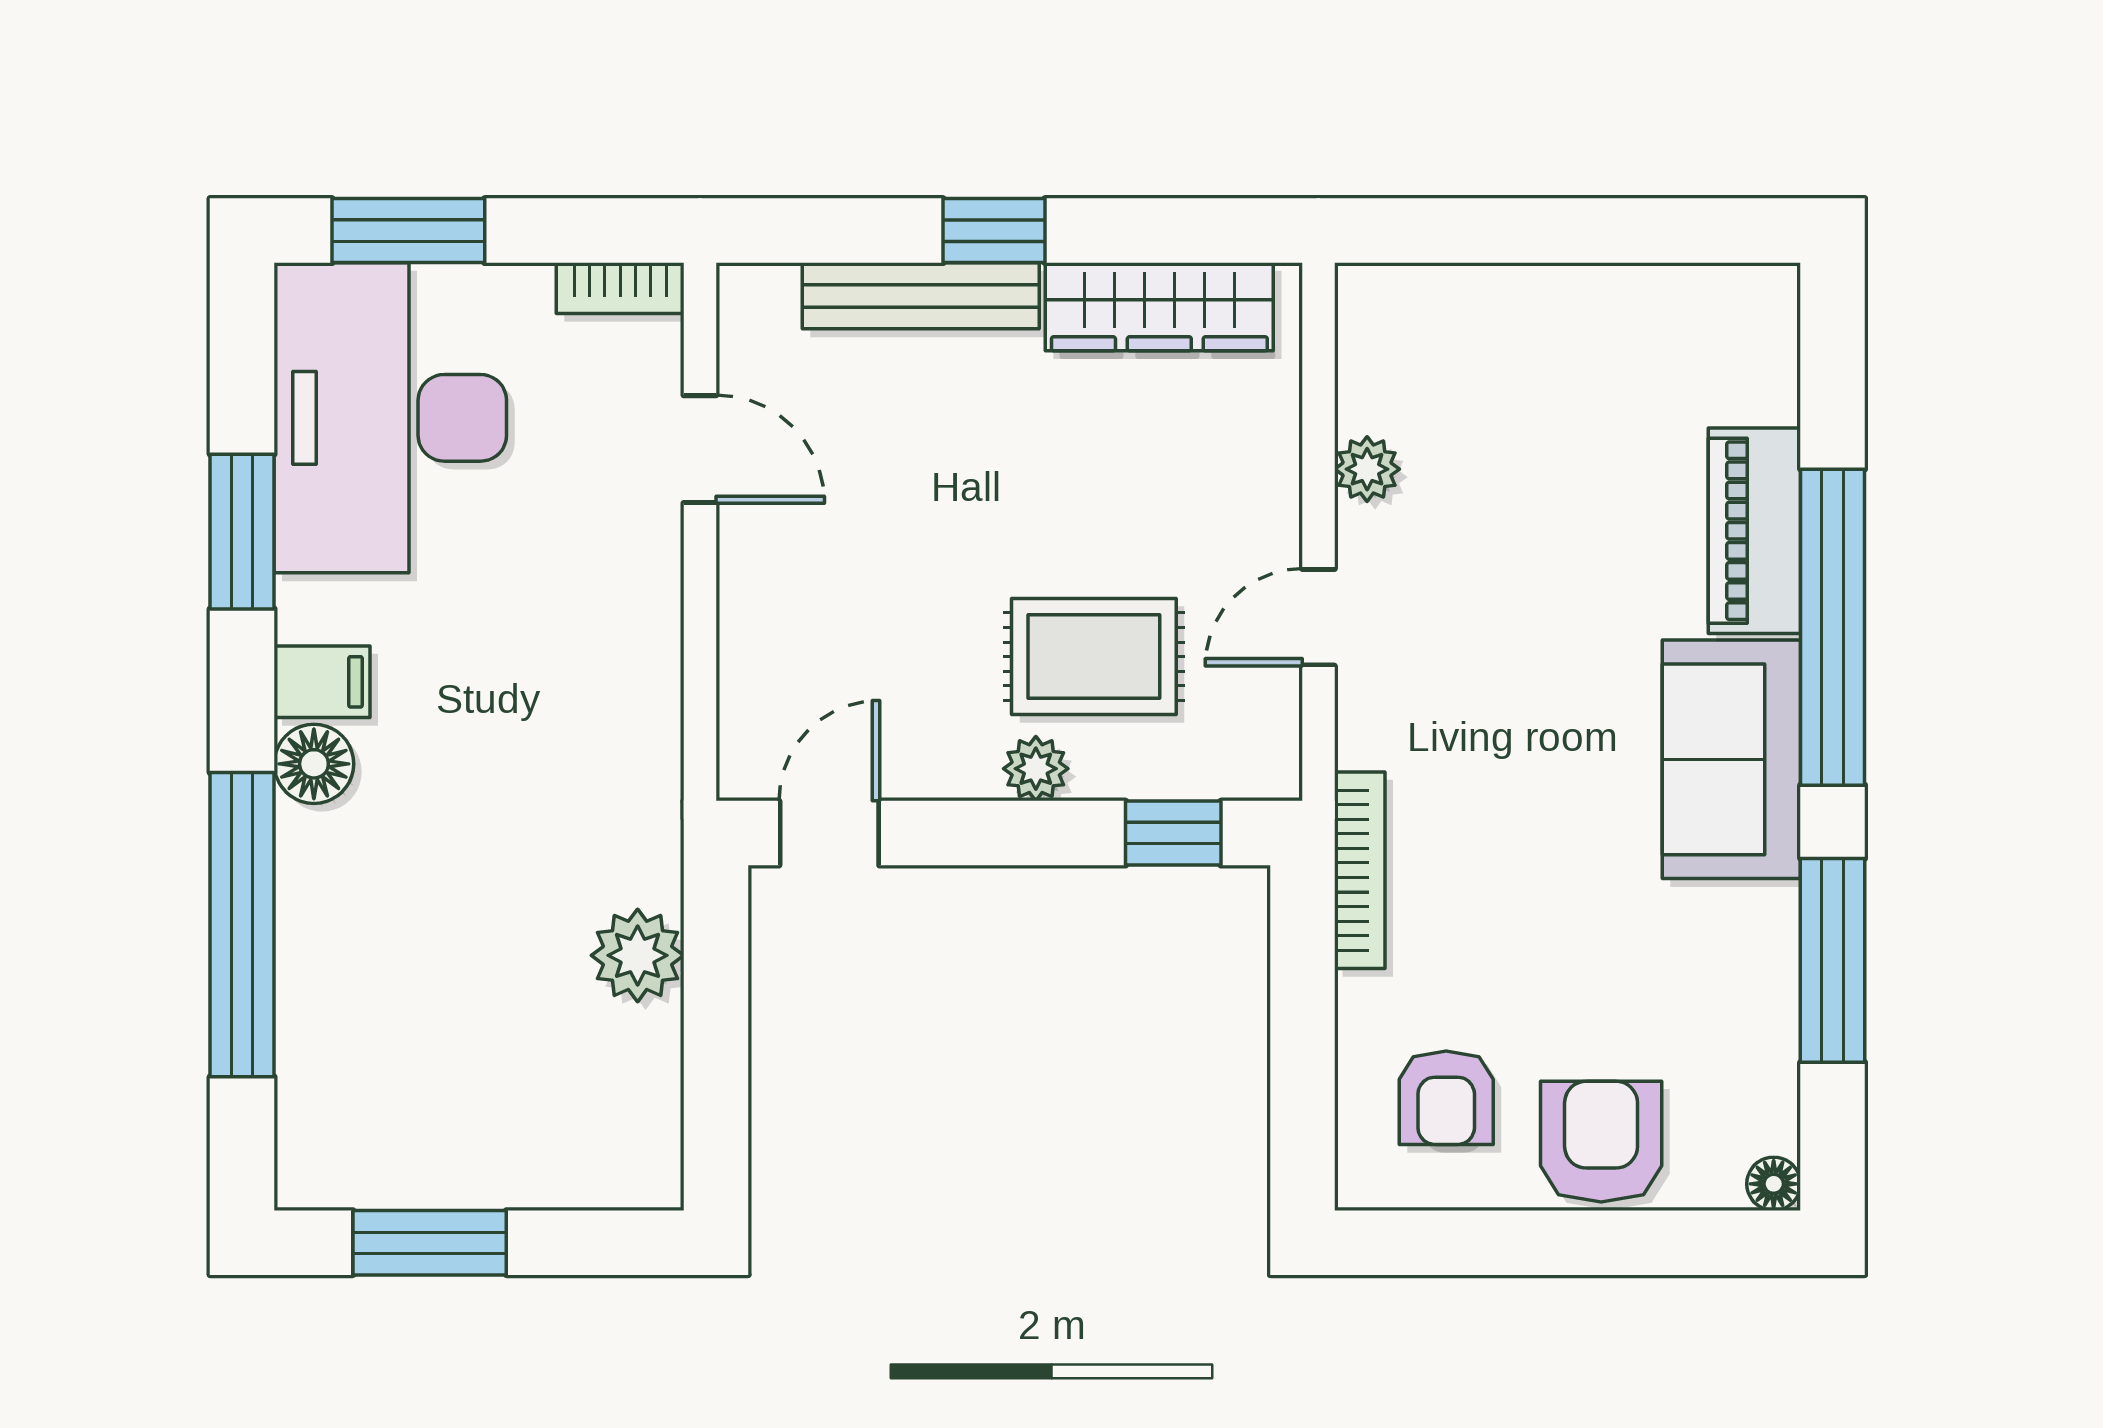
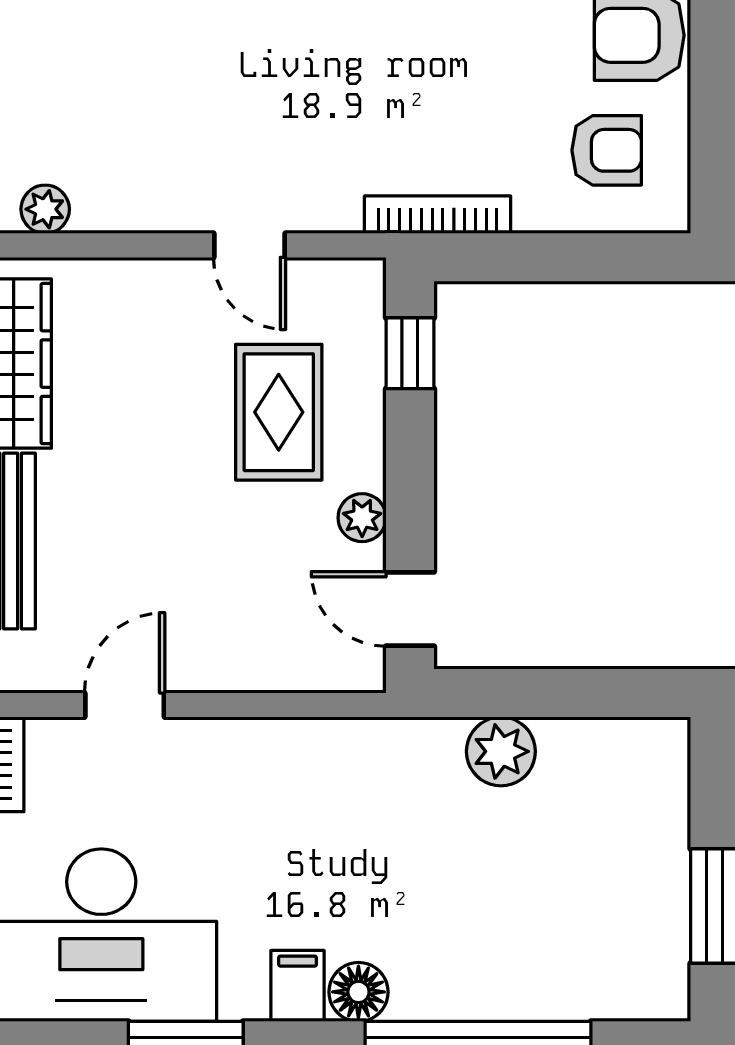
plant: (1367, 469) -> (45, 209), moved
plant: (1036, 769) -> (362, 518), moved

